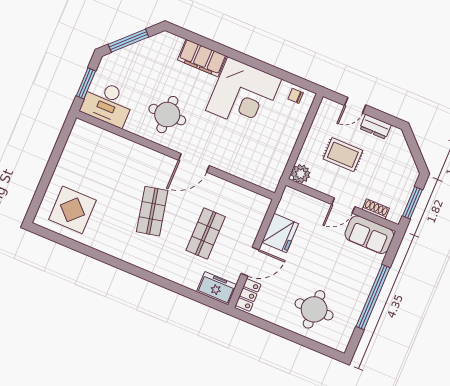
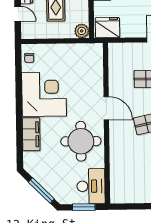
round table: (167, 115) -> (81, 141), width x1.36, depth x1.36
fridge: (280, 233) -> (107, 28), moved

